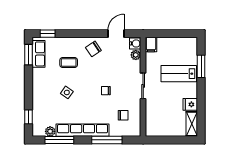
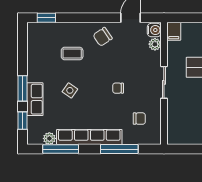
row of seats: (38, 54) -> (35, 99), moved
window: (28, 55) -> (23, 88), moved

